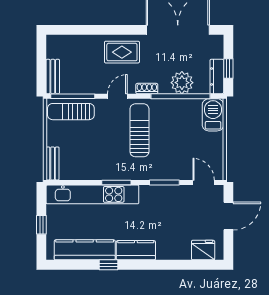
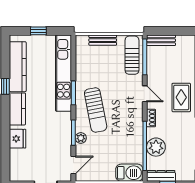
sun lounger: (139, 130) -> (96, 110), moved, turned 79
bench: (53, 163) -> (103, 40), moved
plant: (171, 173) -> (81, 138), added
fridge: (203, 250) -> (17, 139), moved

